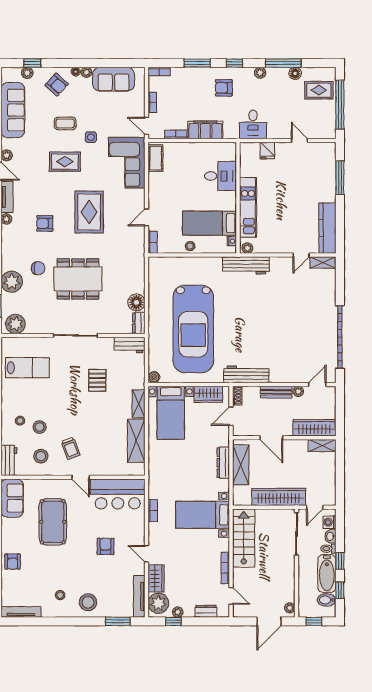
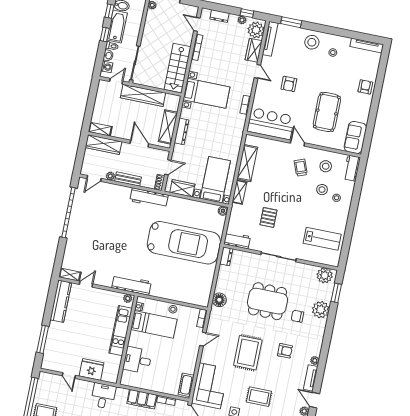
fridge: (267, 151) -> (92, 369), width x1.88, depth x1.34
floor lamp: (136, 302) -> (219, 300), moved
car: (193, 329) -> (184, 243), turned 90
lab bench: (27, 368) -> (322, 239), turned 180

